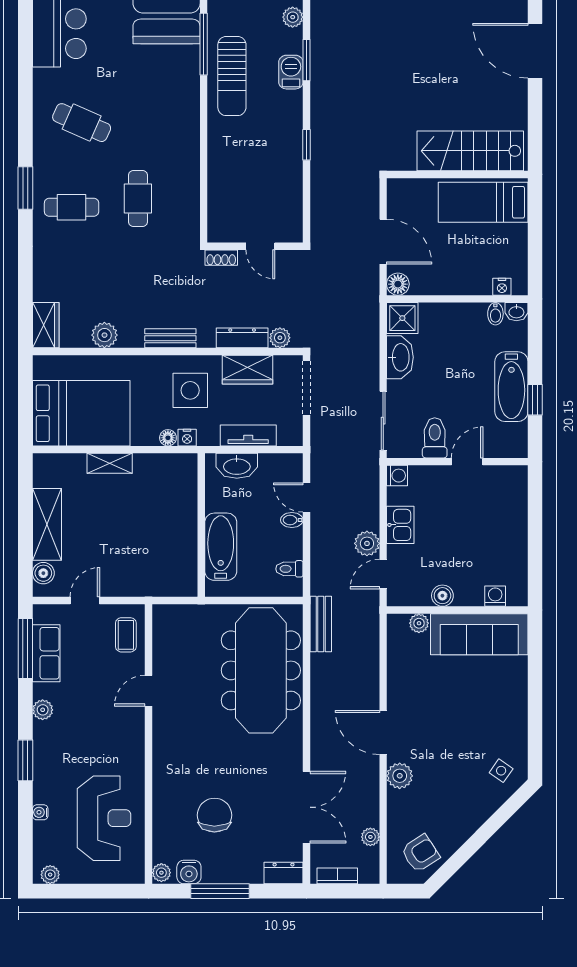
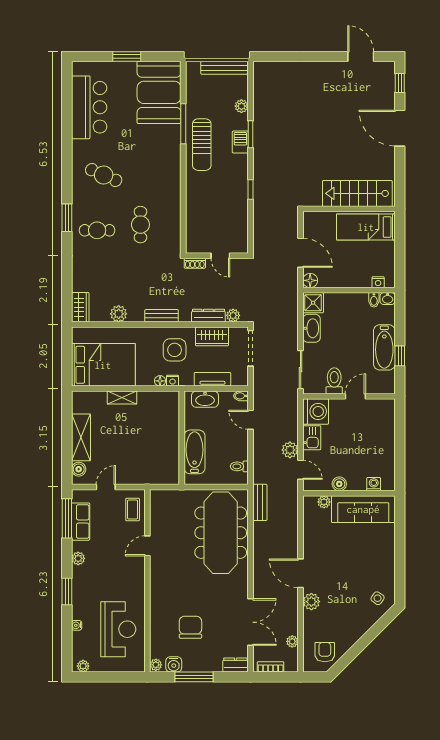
washing machine: (397, 476) -> (316, 411), width x1.89, depth x1.89
bidet: (292, 520) -> (241, 396), moved
door: (383, 574) -> (301, 470), swing flipped
armchair: (420, 853) -> (325, 652), turned -57

